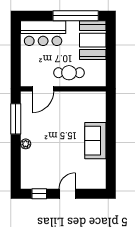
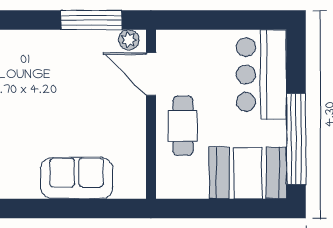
sofa: (95, 141) -> (77, 178), moved
plant: (26, 144) -> (129, 40), moved

